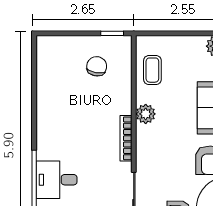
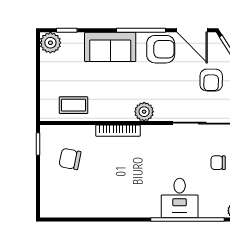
plant: (146, 114) -> (144, 112), moved
bookcase: (126, 138) -> (118, 131), moved

